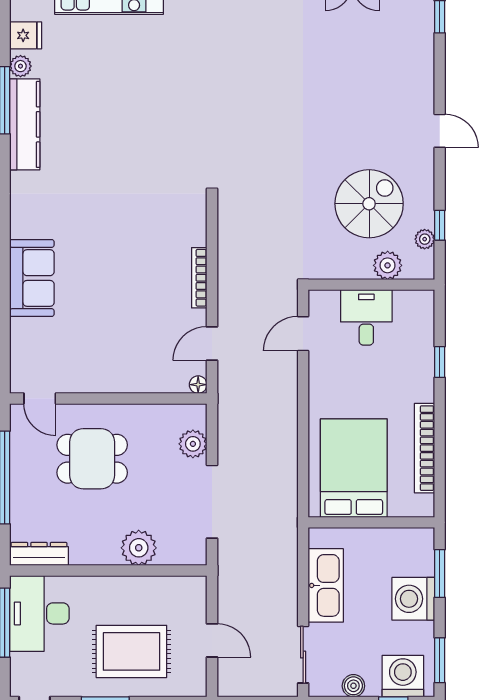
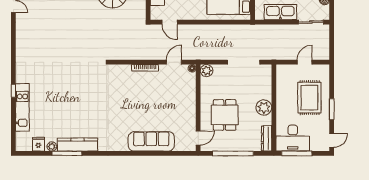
sofa: (32, 278) -> (151, 141), width x1.36
door: (212, 343) -> (174, 62), swing flipped
plant: (193, 444) -> (207, 71), moved
plant: (139, 548) -> (264, 108), moved

